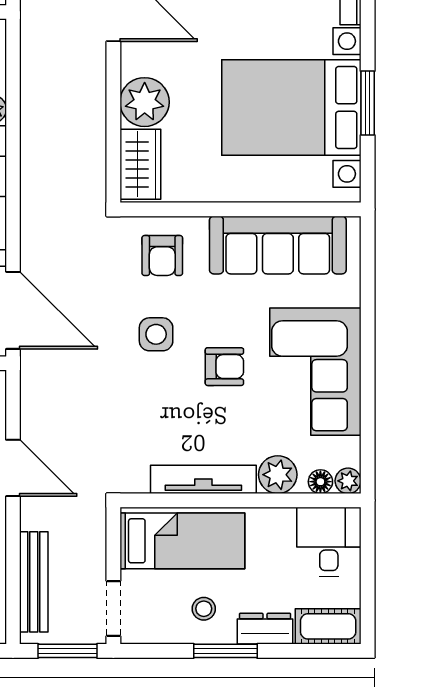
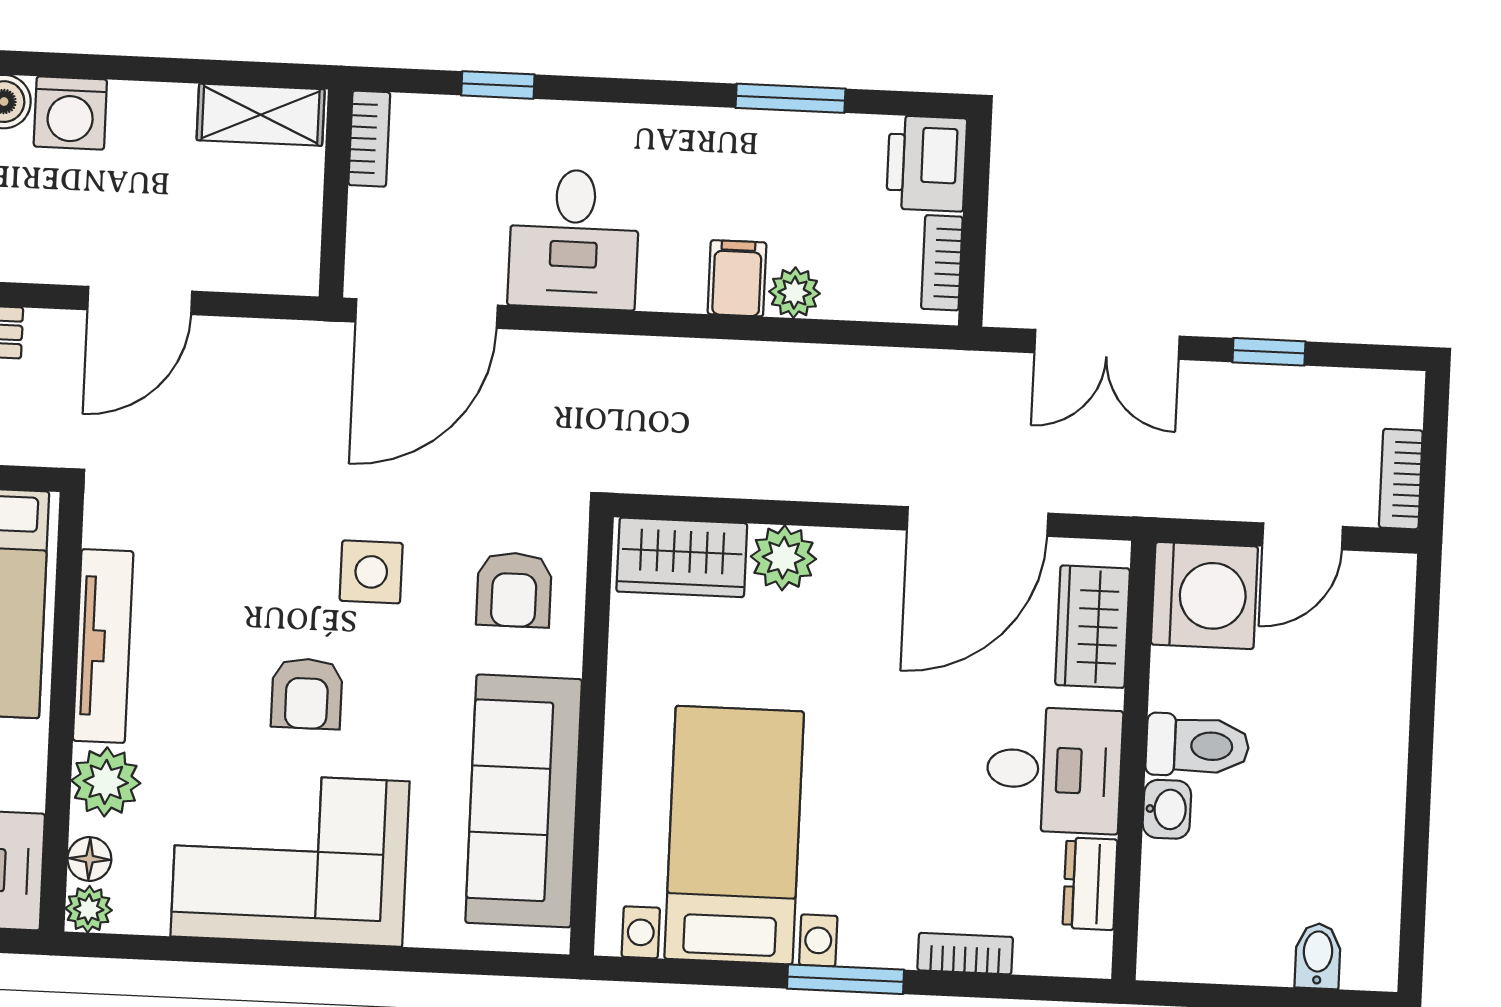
plant: (145, 102) -> (783, 558), width x0.73, depth x0.73
window: (368, 103) -> (846, 979), moved
bed with nightstands: (291, 108) -> (734, 835), width x0.73
armchair: (162, 255) -> (514, 590), turned -90

